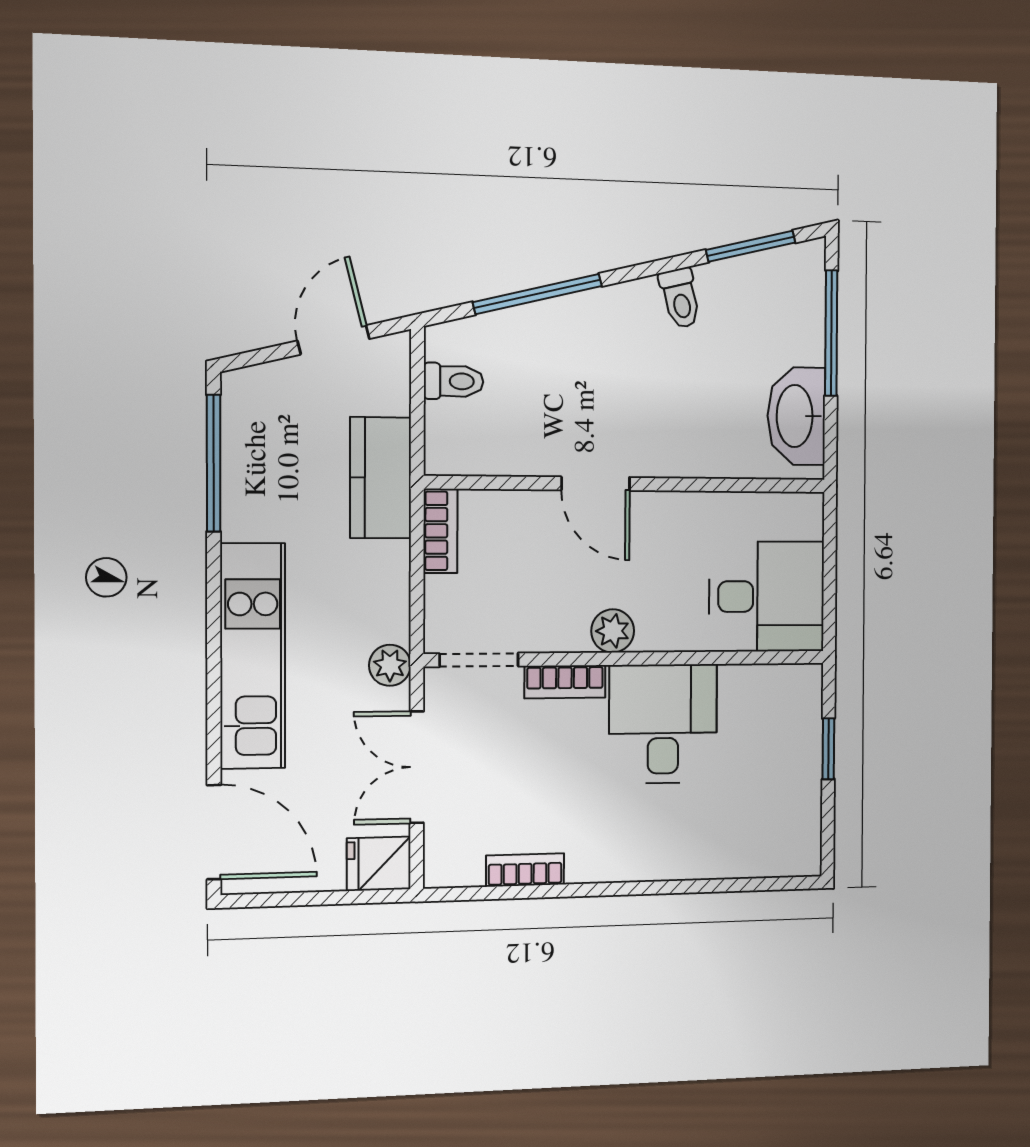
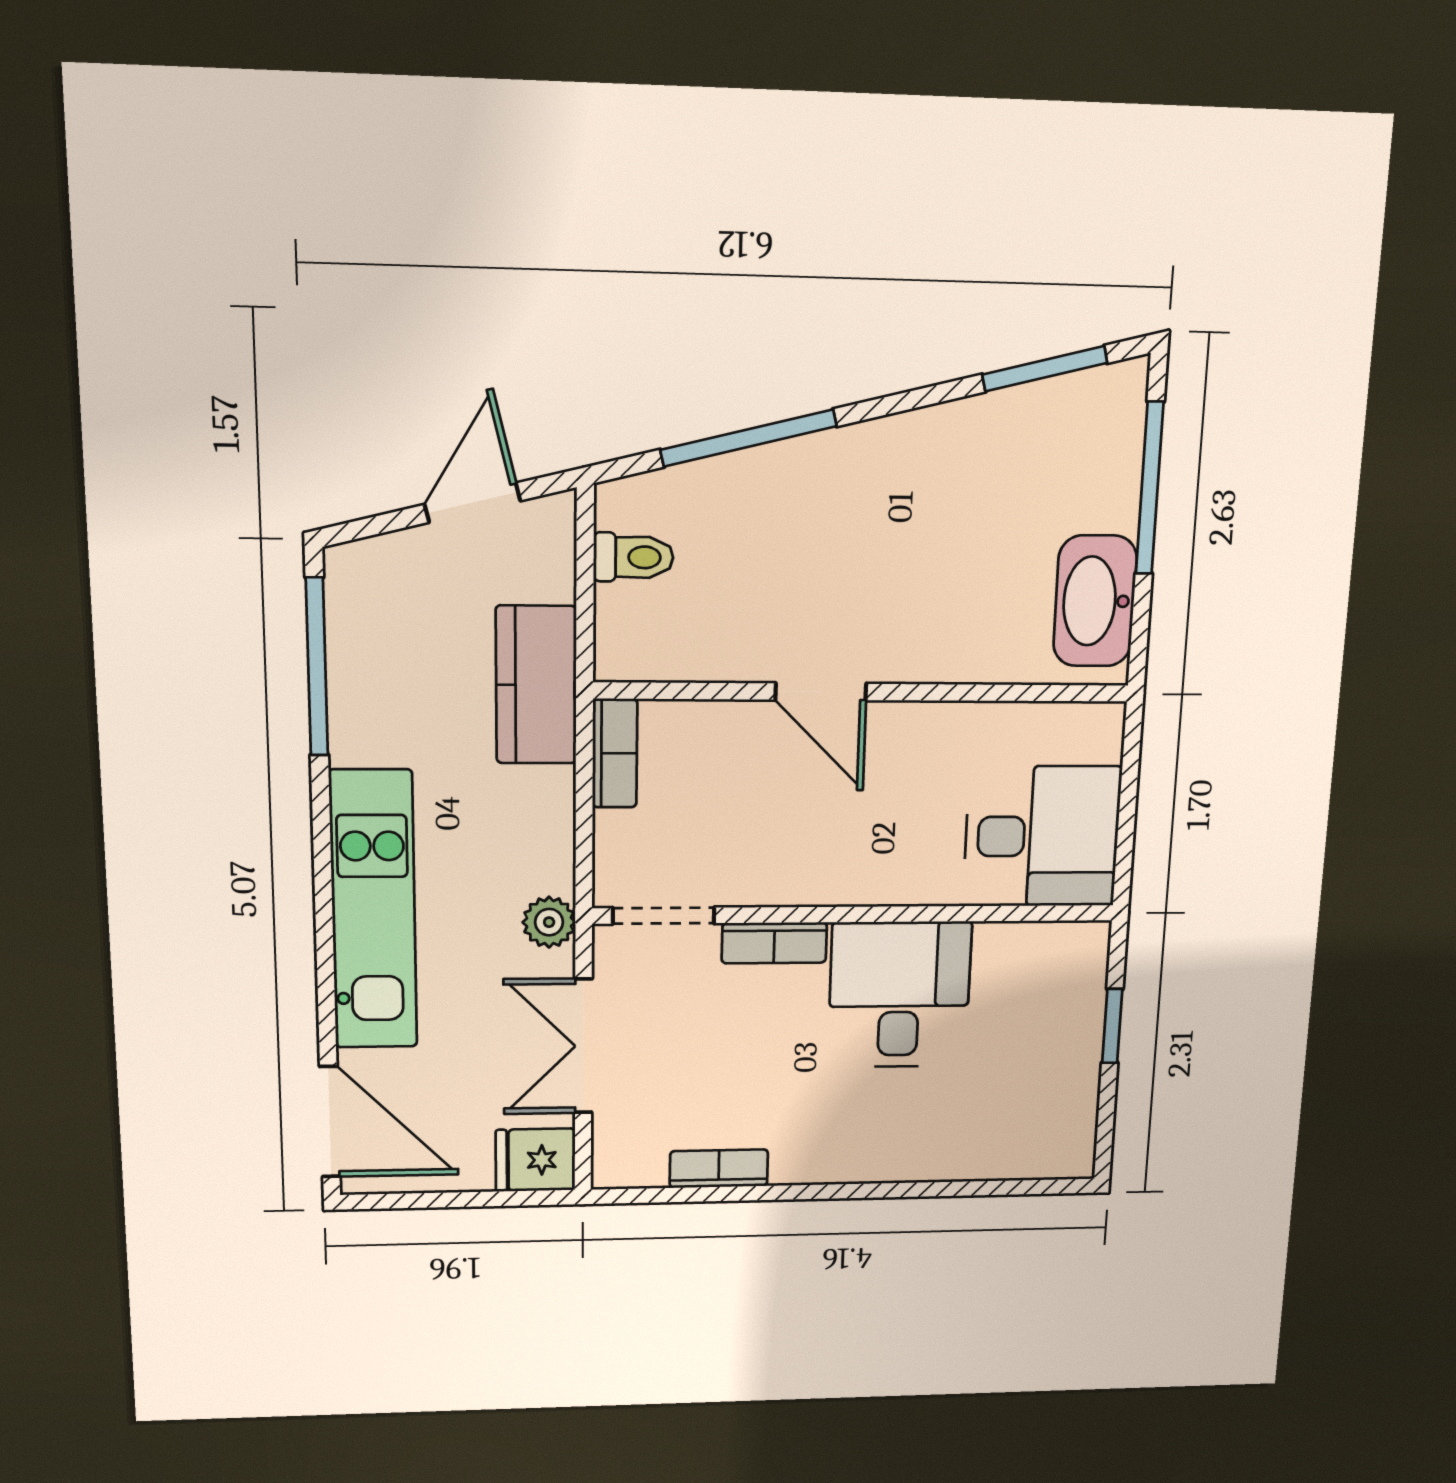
toilet: (680, 298) -> (944, 442), removed
plant: (613, 631) -> (838, 880), removed

